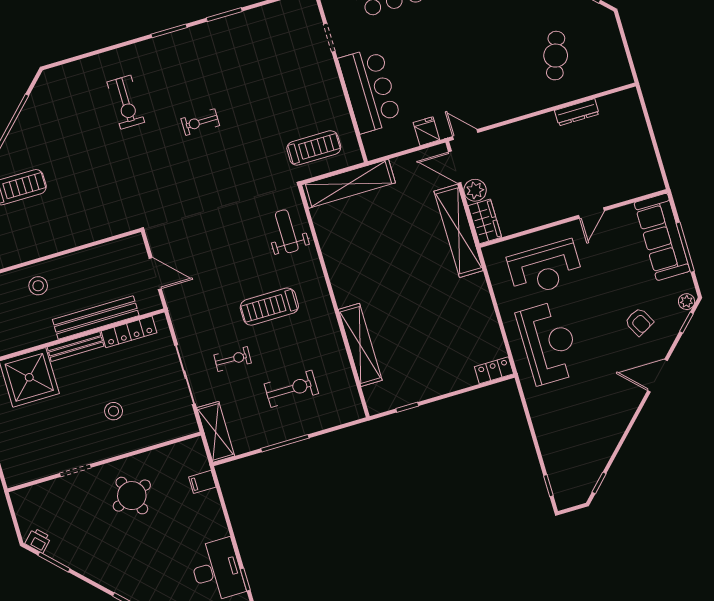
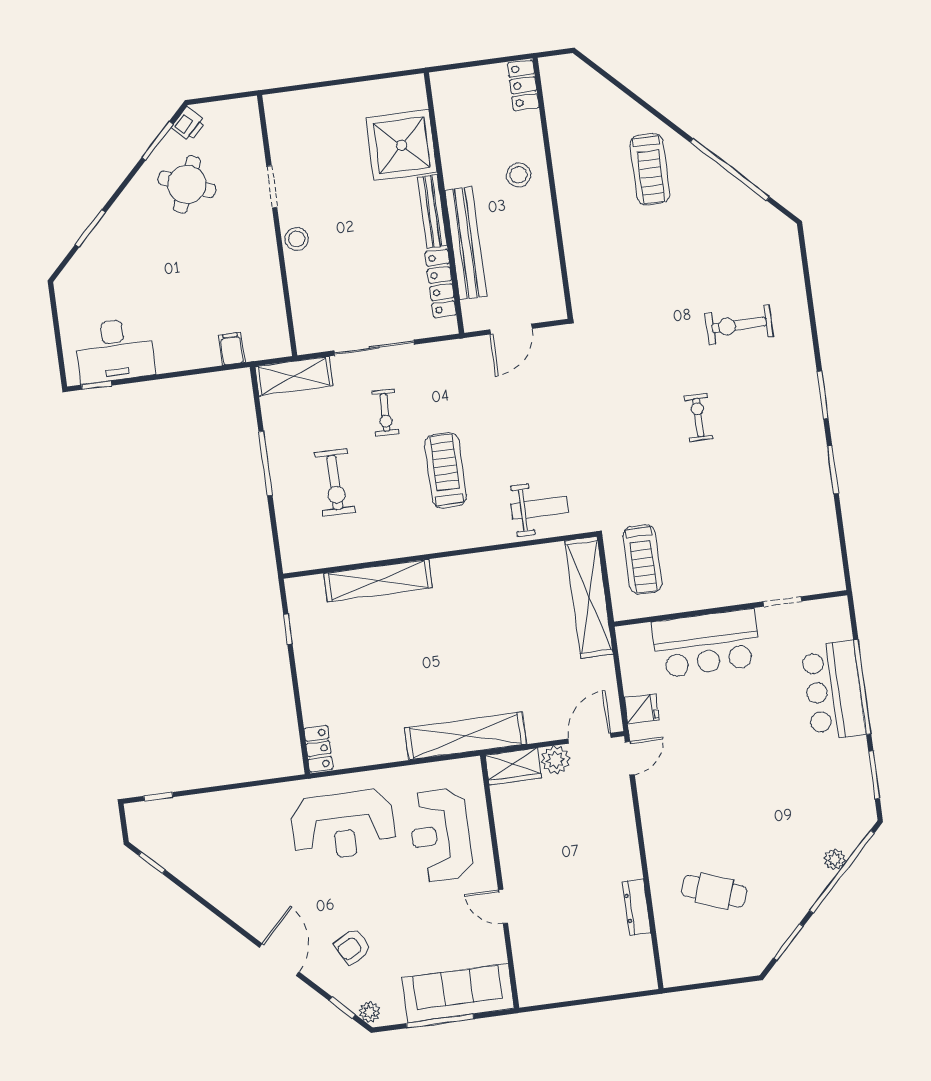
shelving: (459, 231) -> (466, 736), moved
stool: (114, 411) -> (297, 239), moved
round table: (132, 496) -> (187, 184), moved, turned 45

